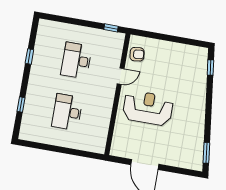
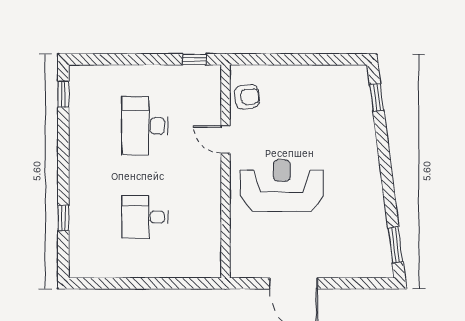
window: (29, 57) -> (63, 94), moved
door: (121, 76) -> (225, 139), swing flipped
desk: (67, 112) -> (145, 217), width x0.73

